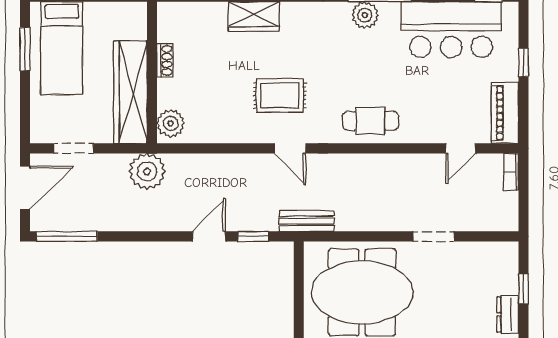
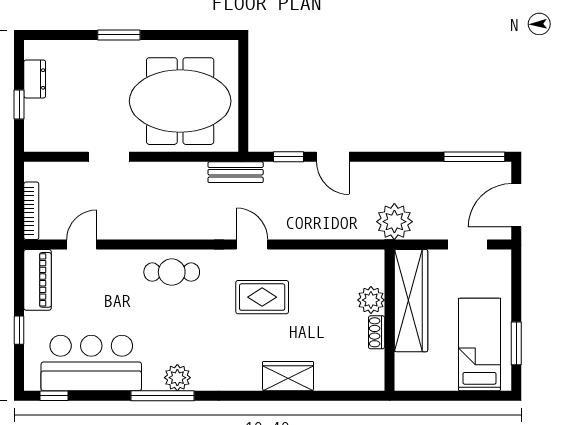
plant: (171, 123) -> (371, 300), moved
bookcase: (511, 172) -> (31, 211), width x1.56
door: (209, 236) -> (333, 157), hinge flipped

